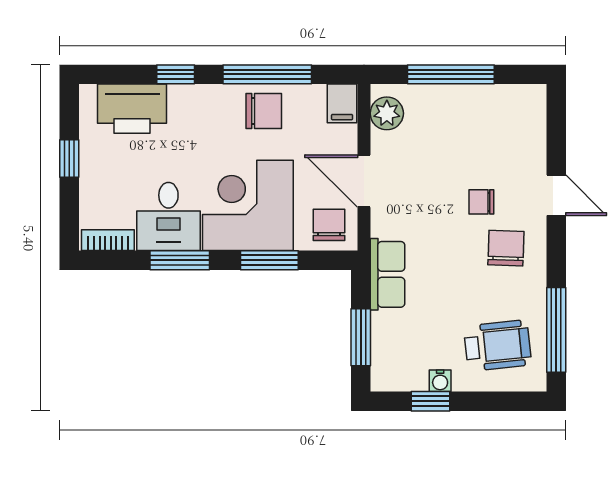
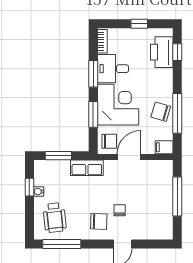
window: (176, 74) -> (177, 52), moved
chair: (264, 111) -> (161, 112), turned 106
plant: (387, 113) -> (160, 167), removed

